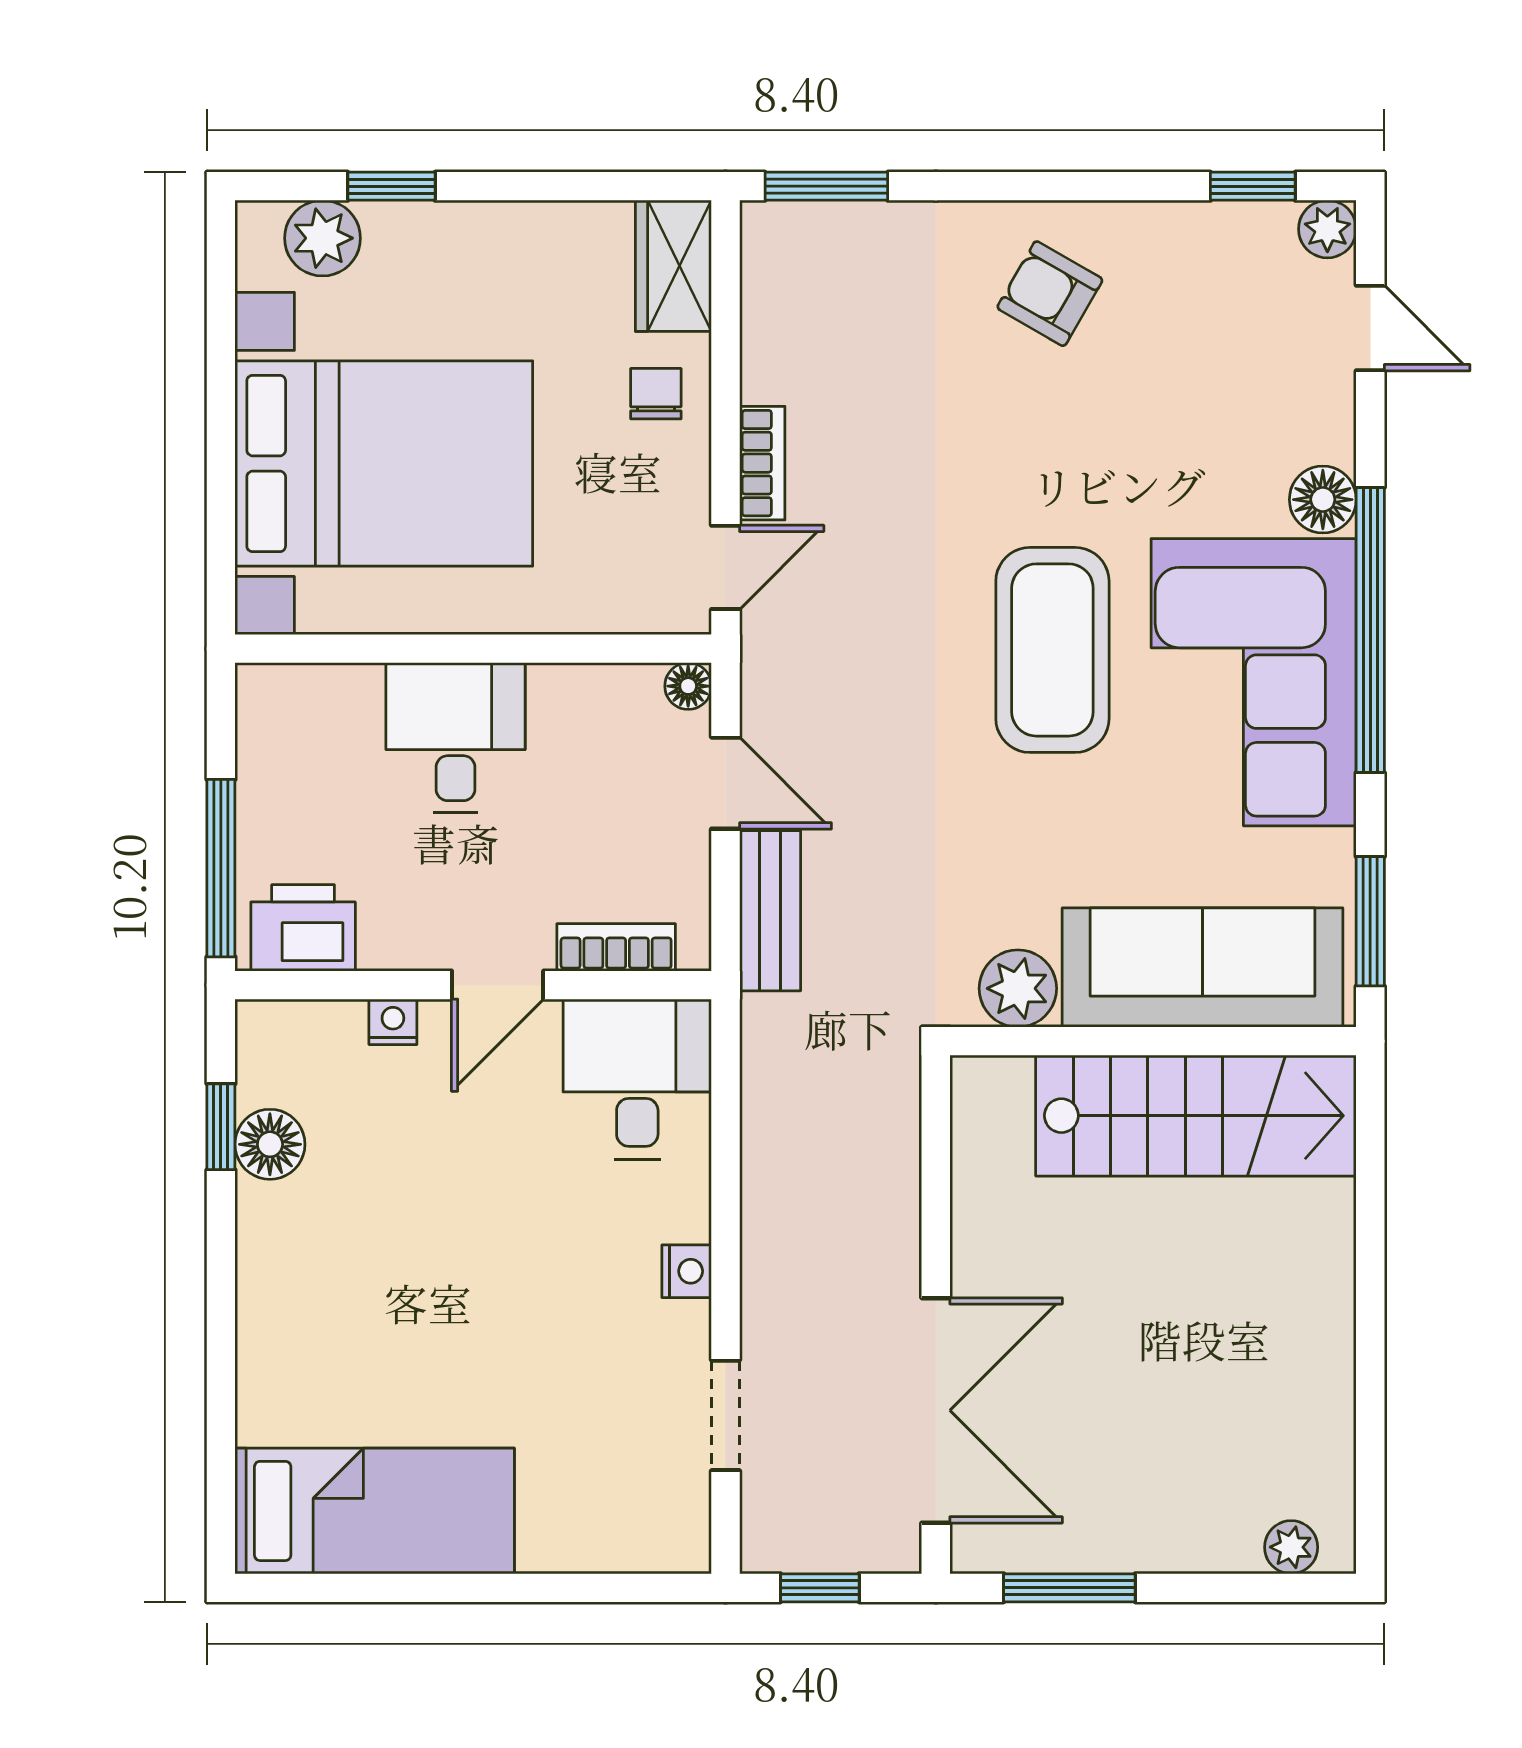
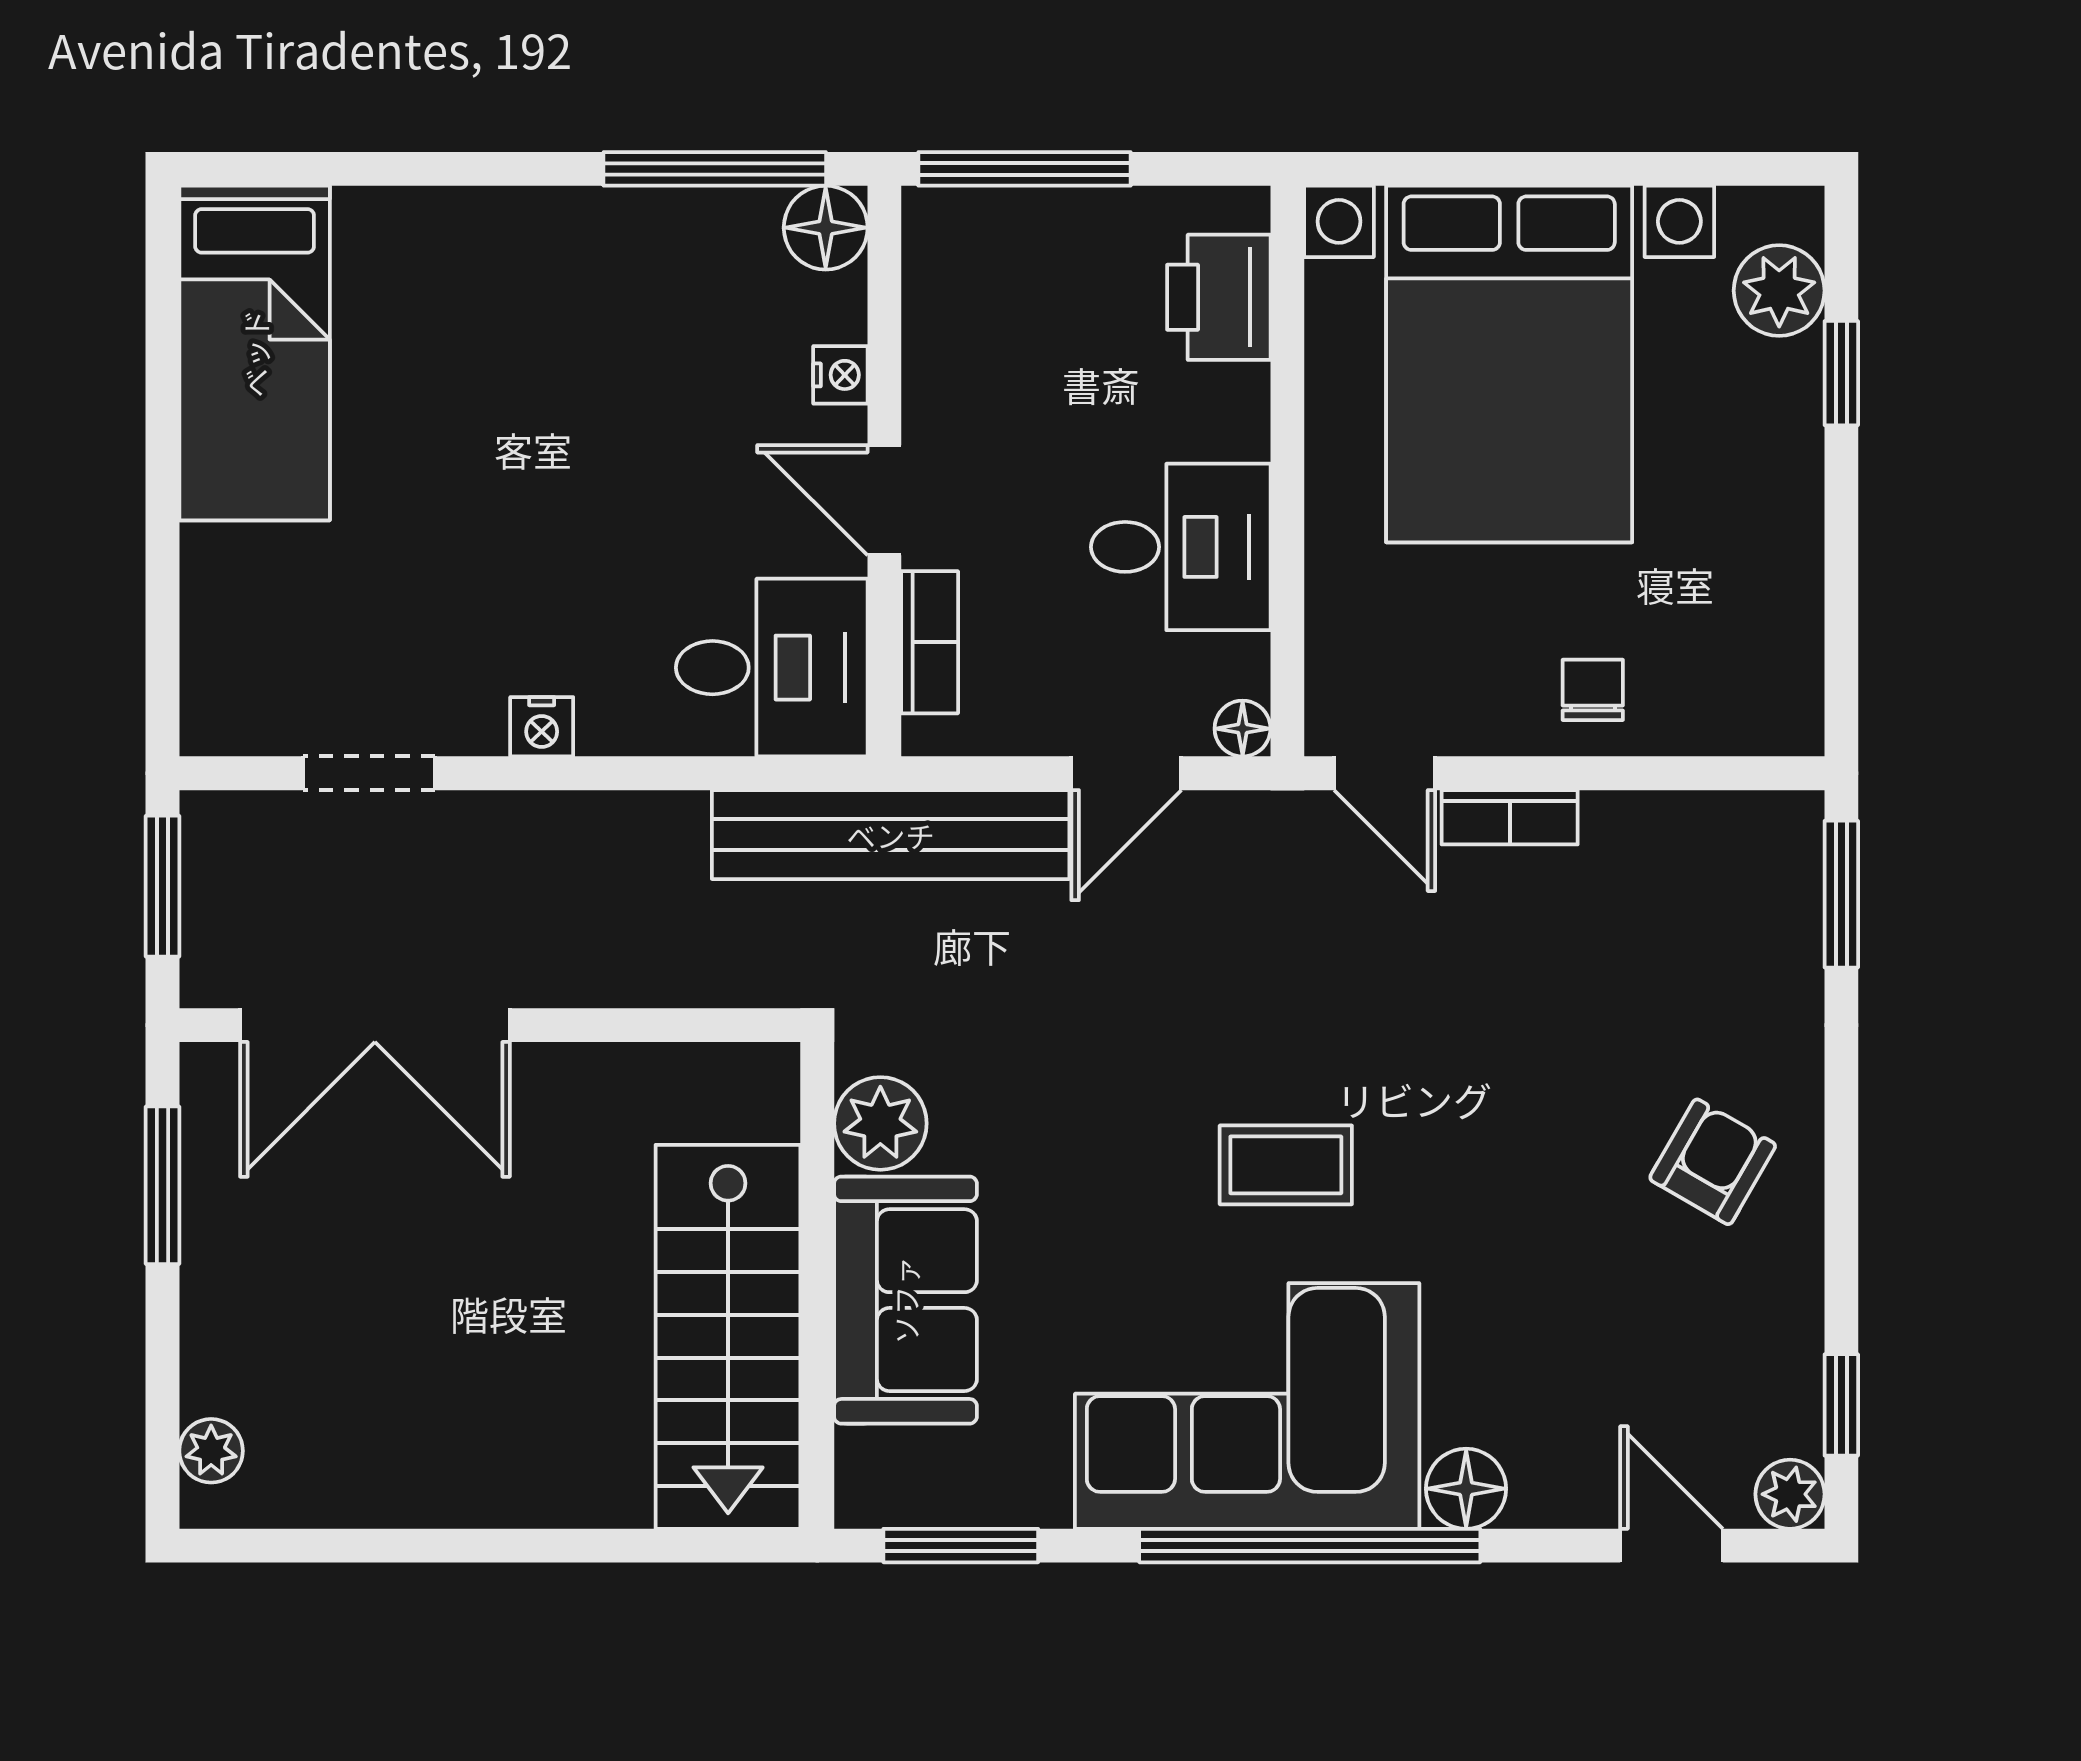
wardrobe: (673, 266) -> (1746, 711), removed
door: (1370, 328) -> (1671, 1546), swing flipped
chair: (656, 394) -> (1593, 690), turned -90
coffee table: (1052, 650) -> (1286, 1165), width x0.54, depth x0.58
desk: (455, 738) -> (1181, 547), moved
bench: (770, 911) -> (891, 835), width x1.86, depth x1.21
printer: (303, 928) -> (1219, 297), moved, turned 180
sofa: (1203, 968) -> (905, 1300), width x0.73
window: (221, 1127) -> (715, 169), width x2.17
floor lamp: (270, 1144) -> (826, 228), moved
window: (820, 1588) -> (162, 886), width x1.50

